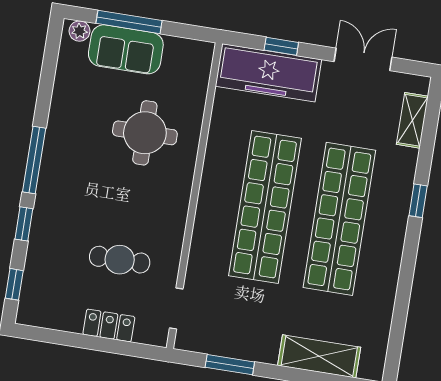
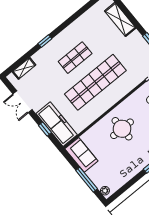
sofa: (126, 49) -> (81, 155), moved
round table: (145, 133) -> (122, 129), moved
shop shelf: (339, 219) -> (75, 58), width x0.50, depth x0.74

